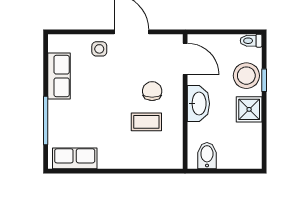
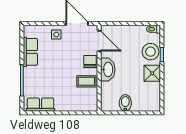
door: (185, 59) -> (99, 41), moved
wall: (185, 102) -> (99, 68), moved
washbasin: (198, 104) -> (108, 70), moved

